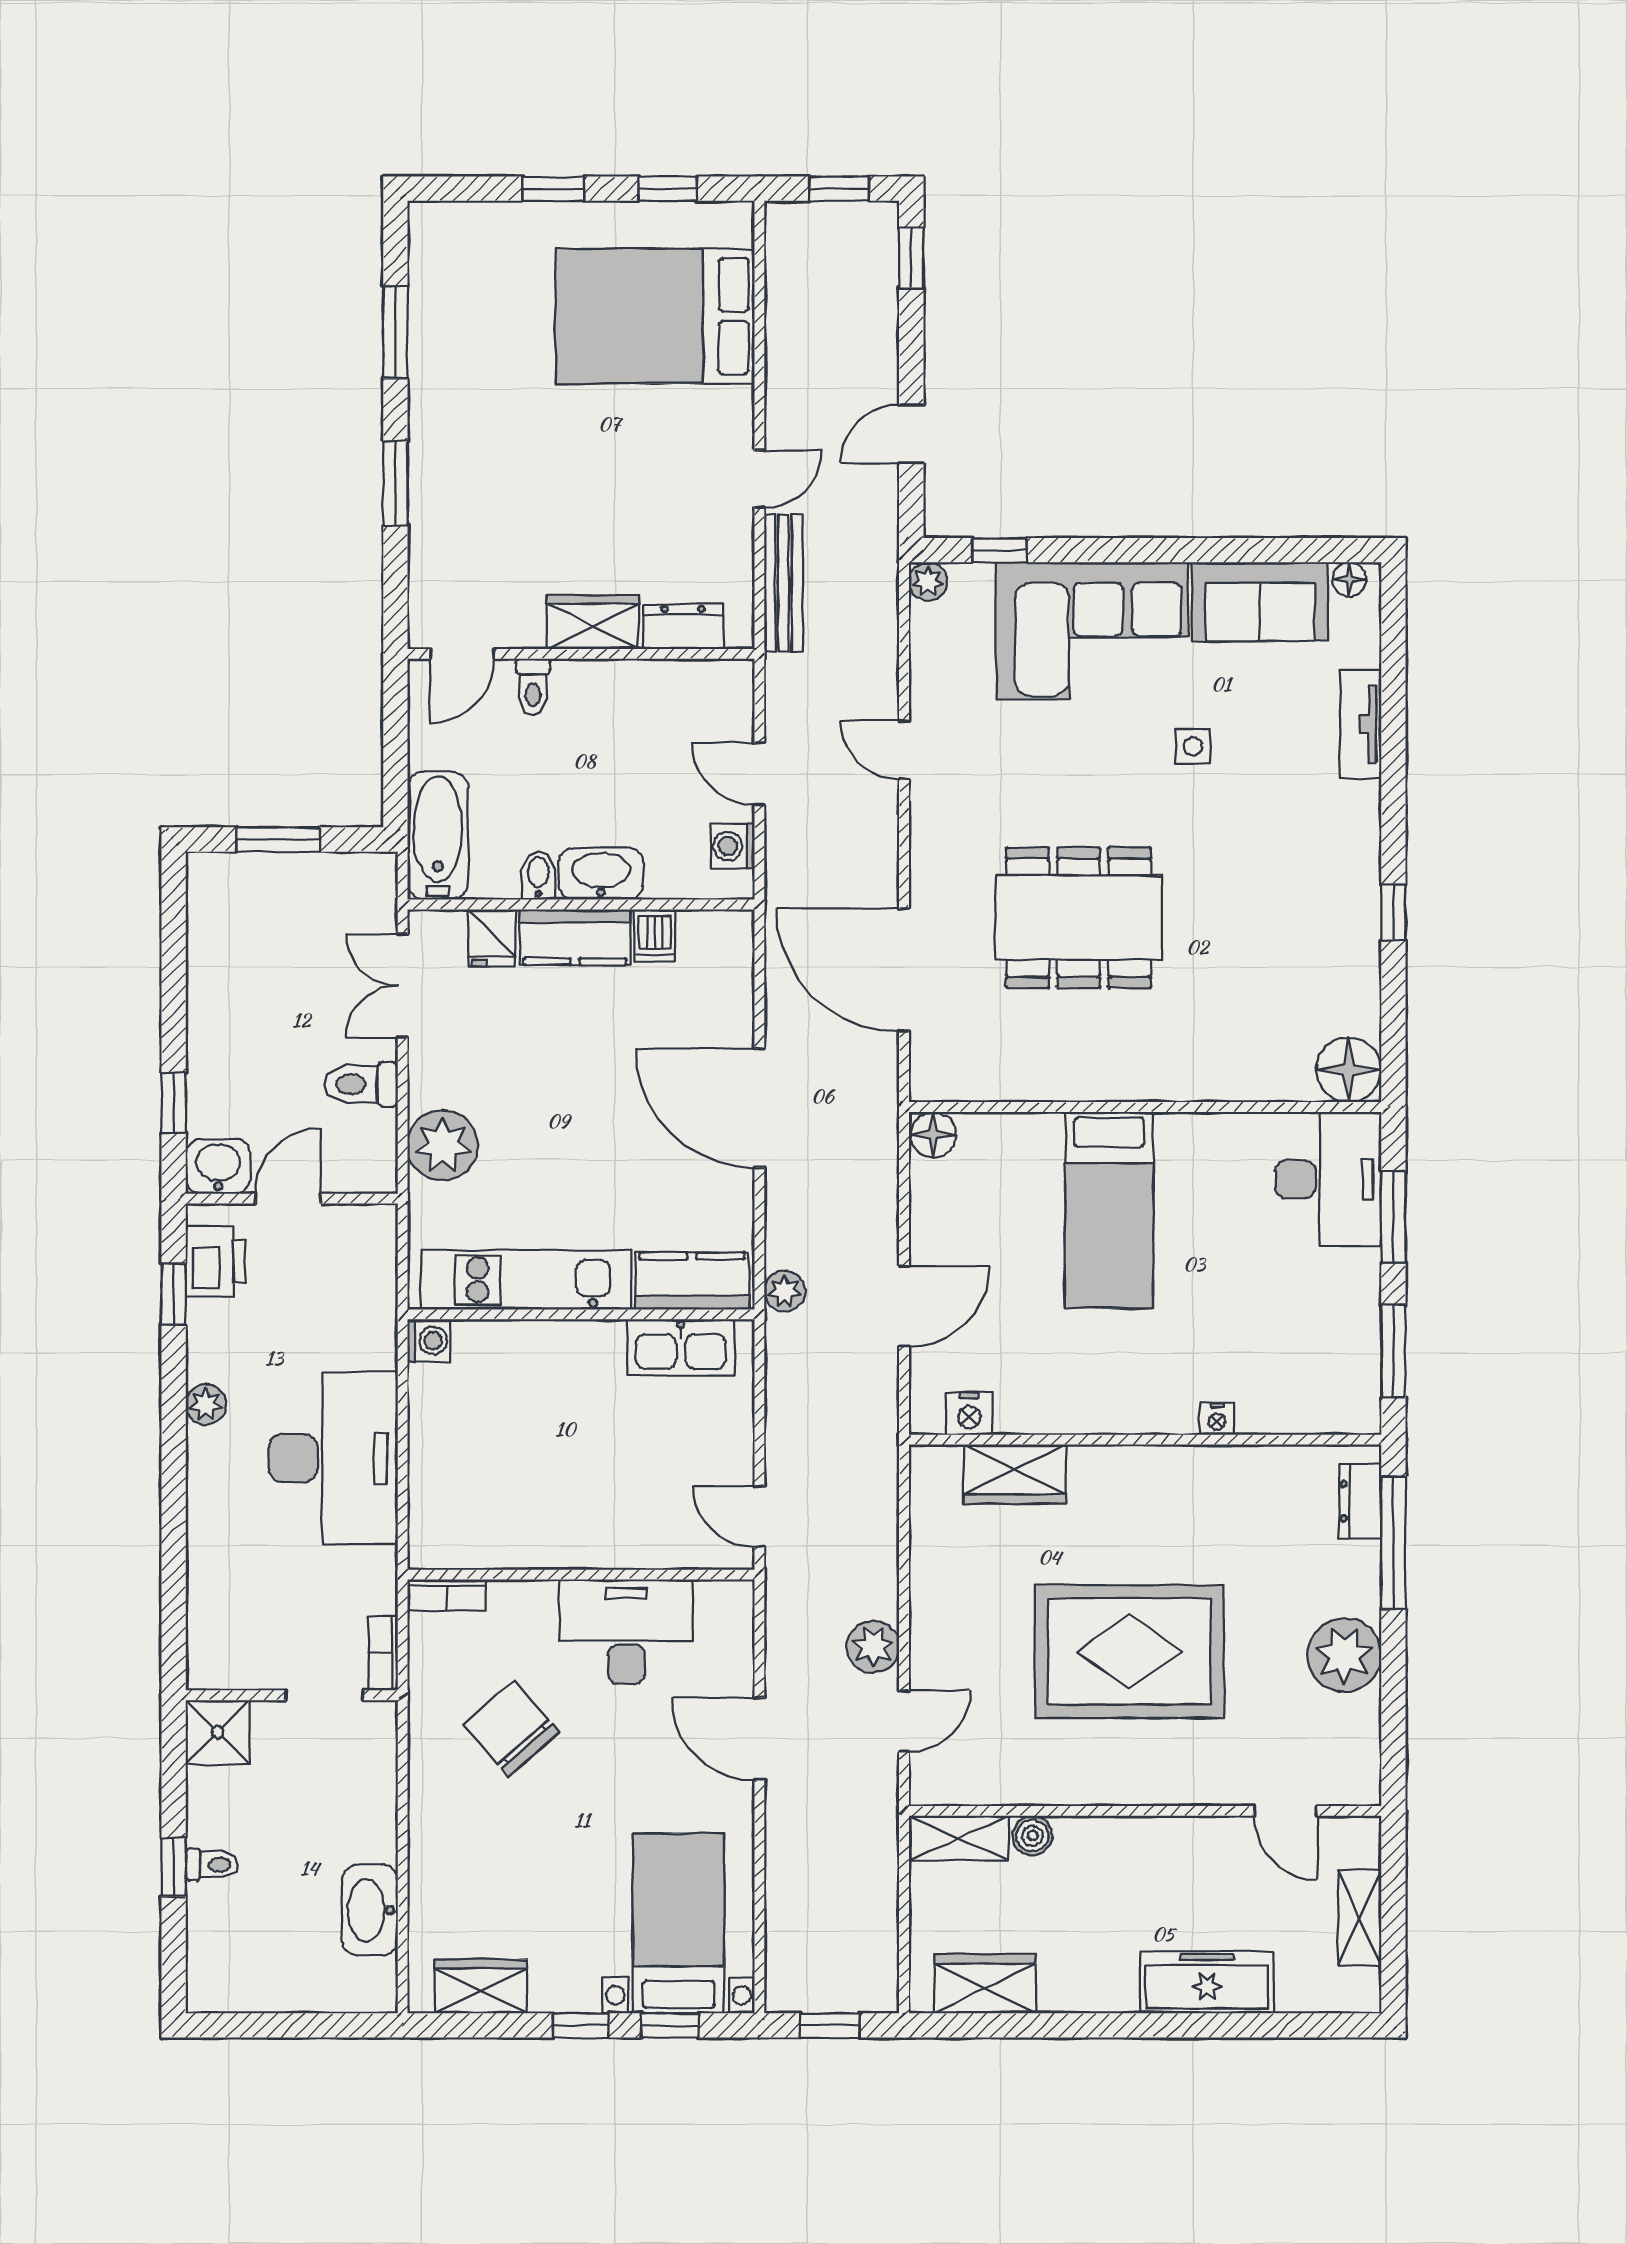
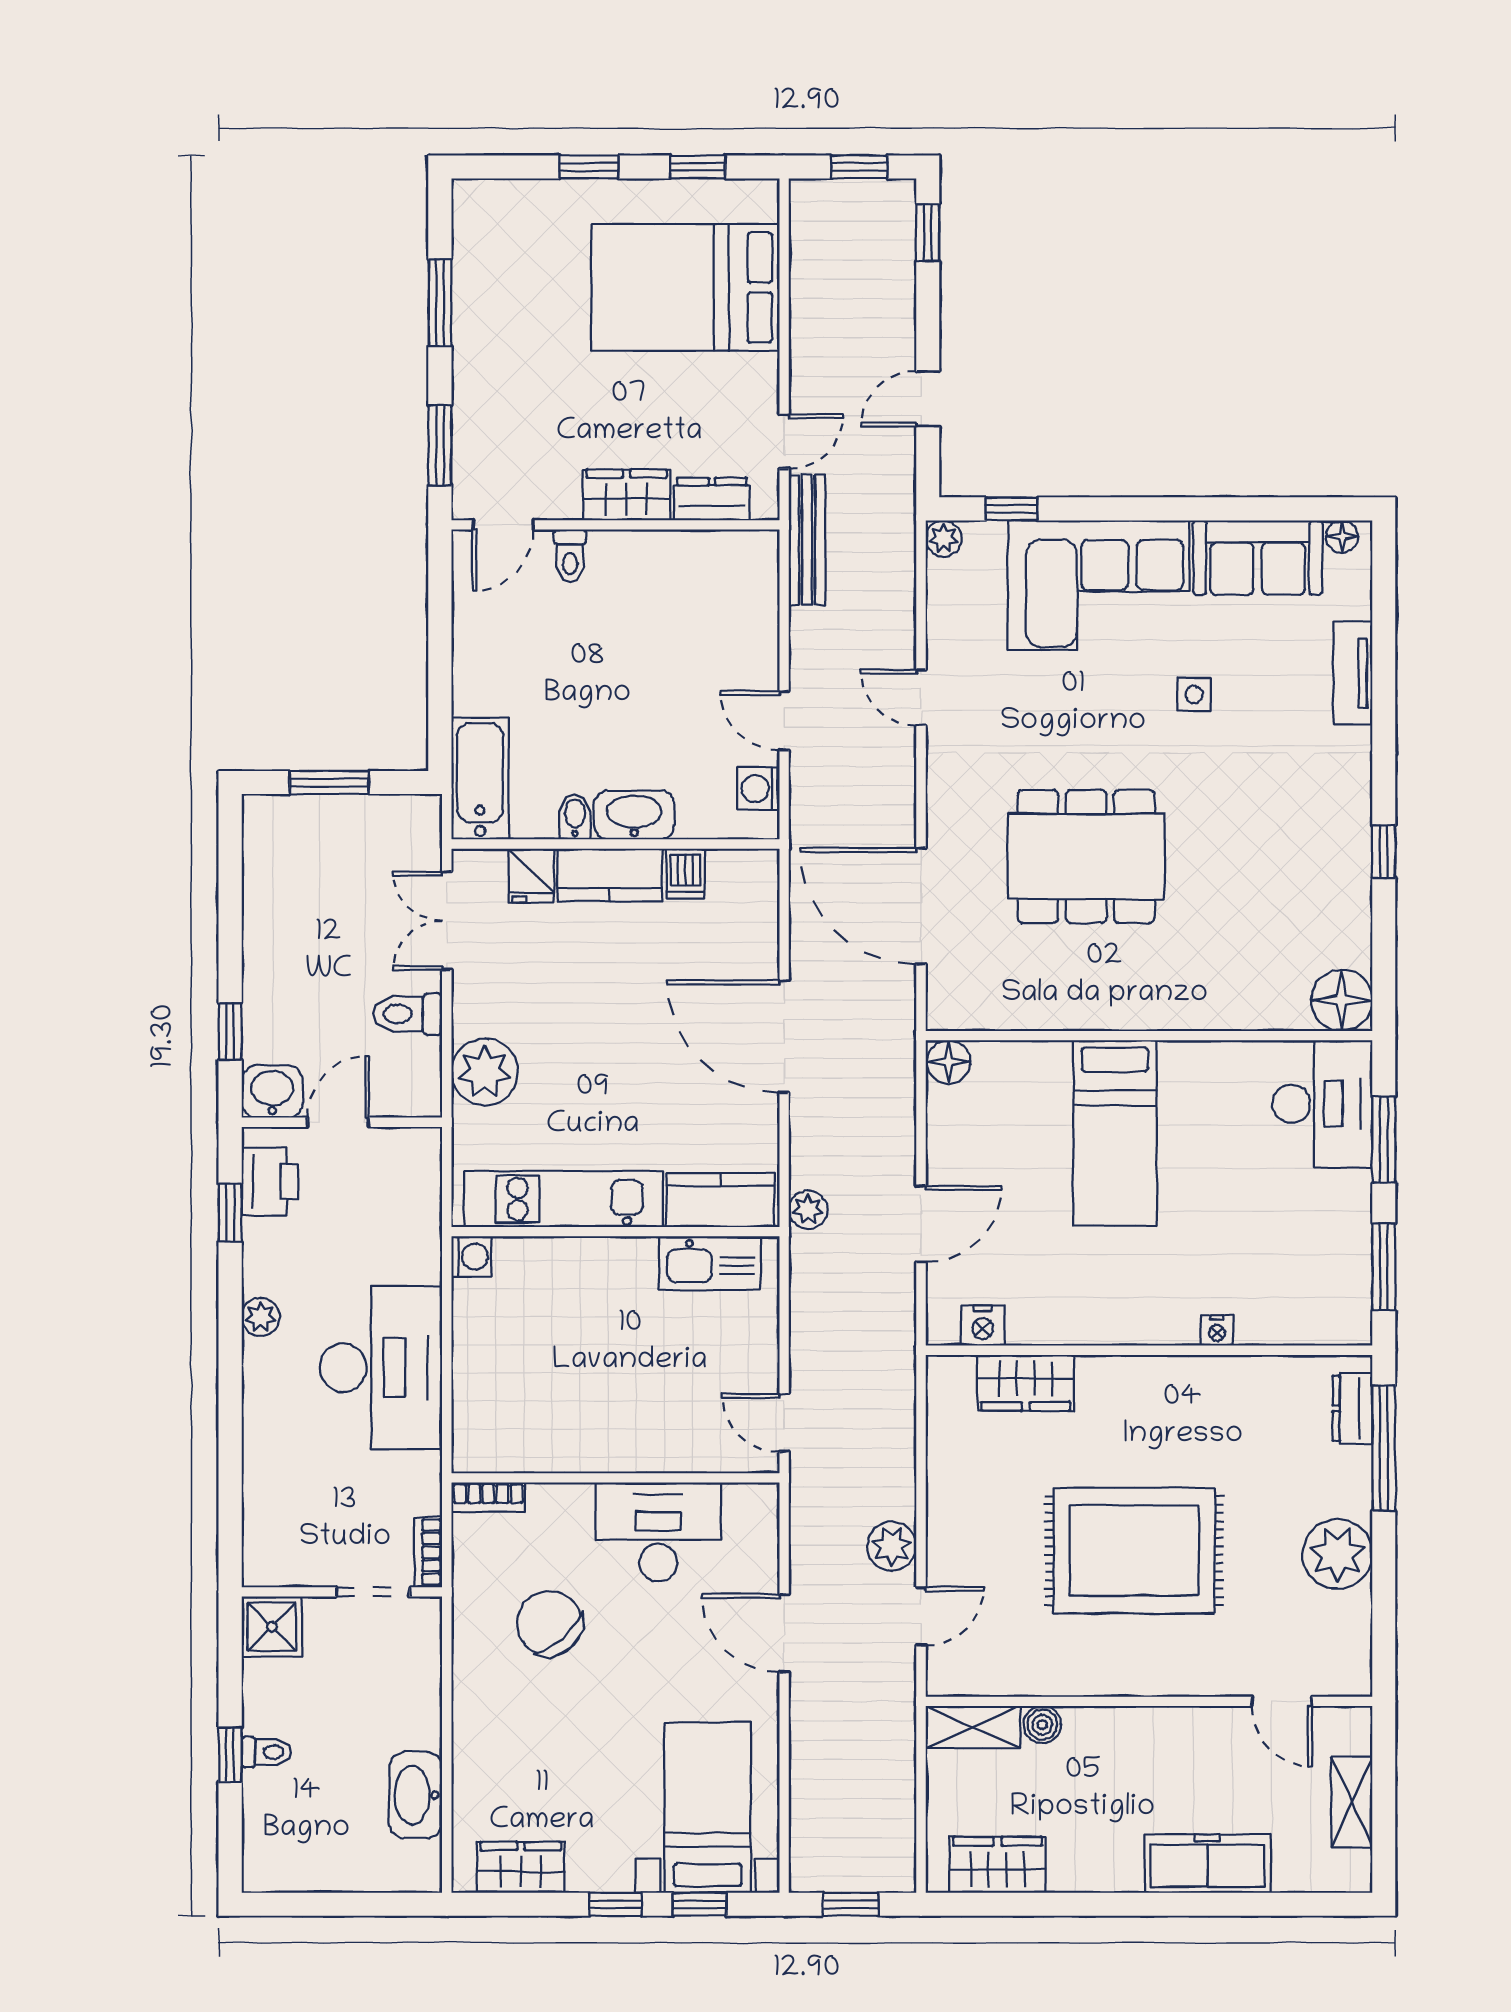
wardrobe: (593, 622) -> (627, 495), moved
dresser: (683, 627) -> (712, 499), moved
door: (462, 654) -> (503, 525), moved
wall: (581, 654) -> (615, 525), moved
toilet: (533, 687) -> (570, 556), moved

